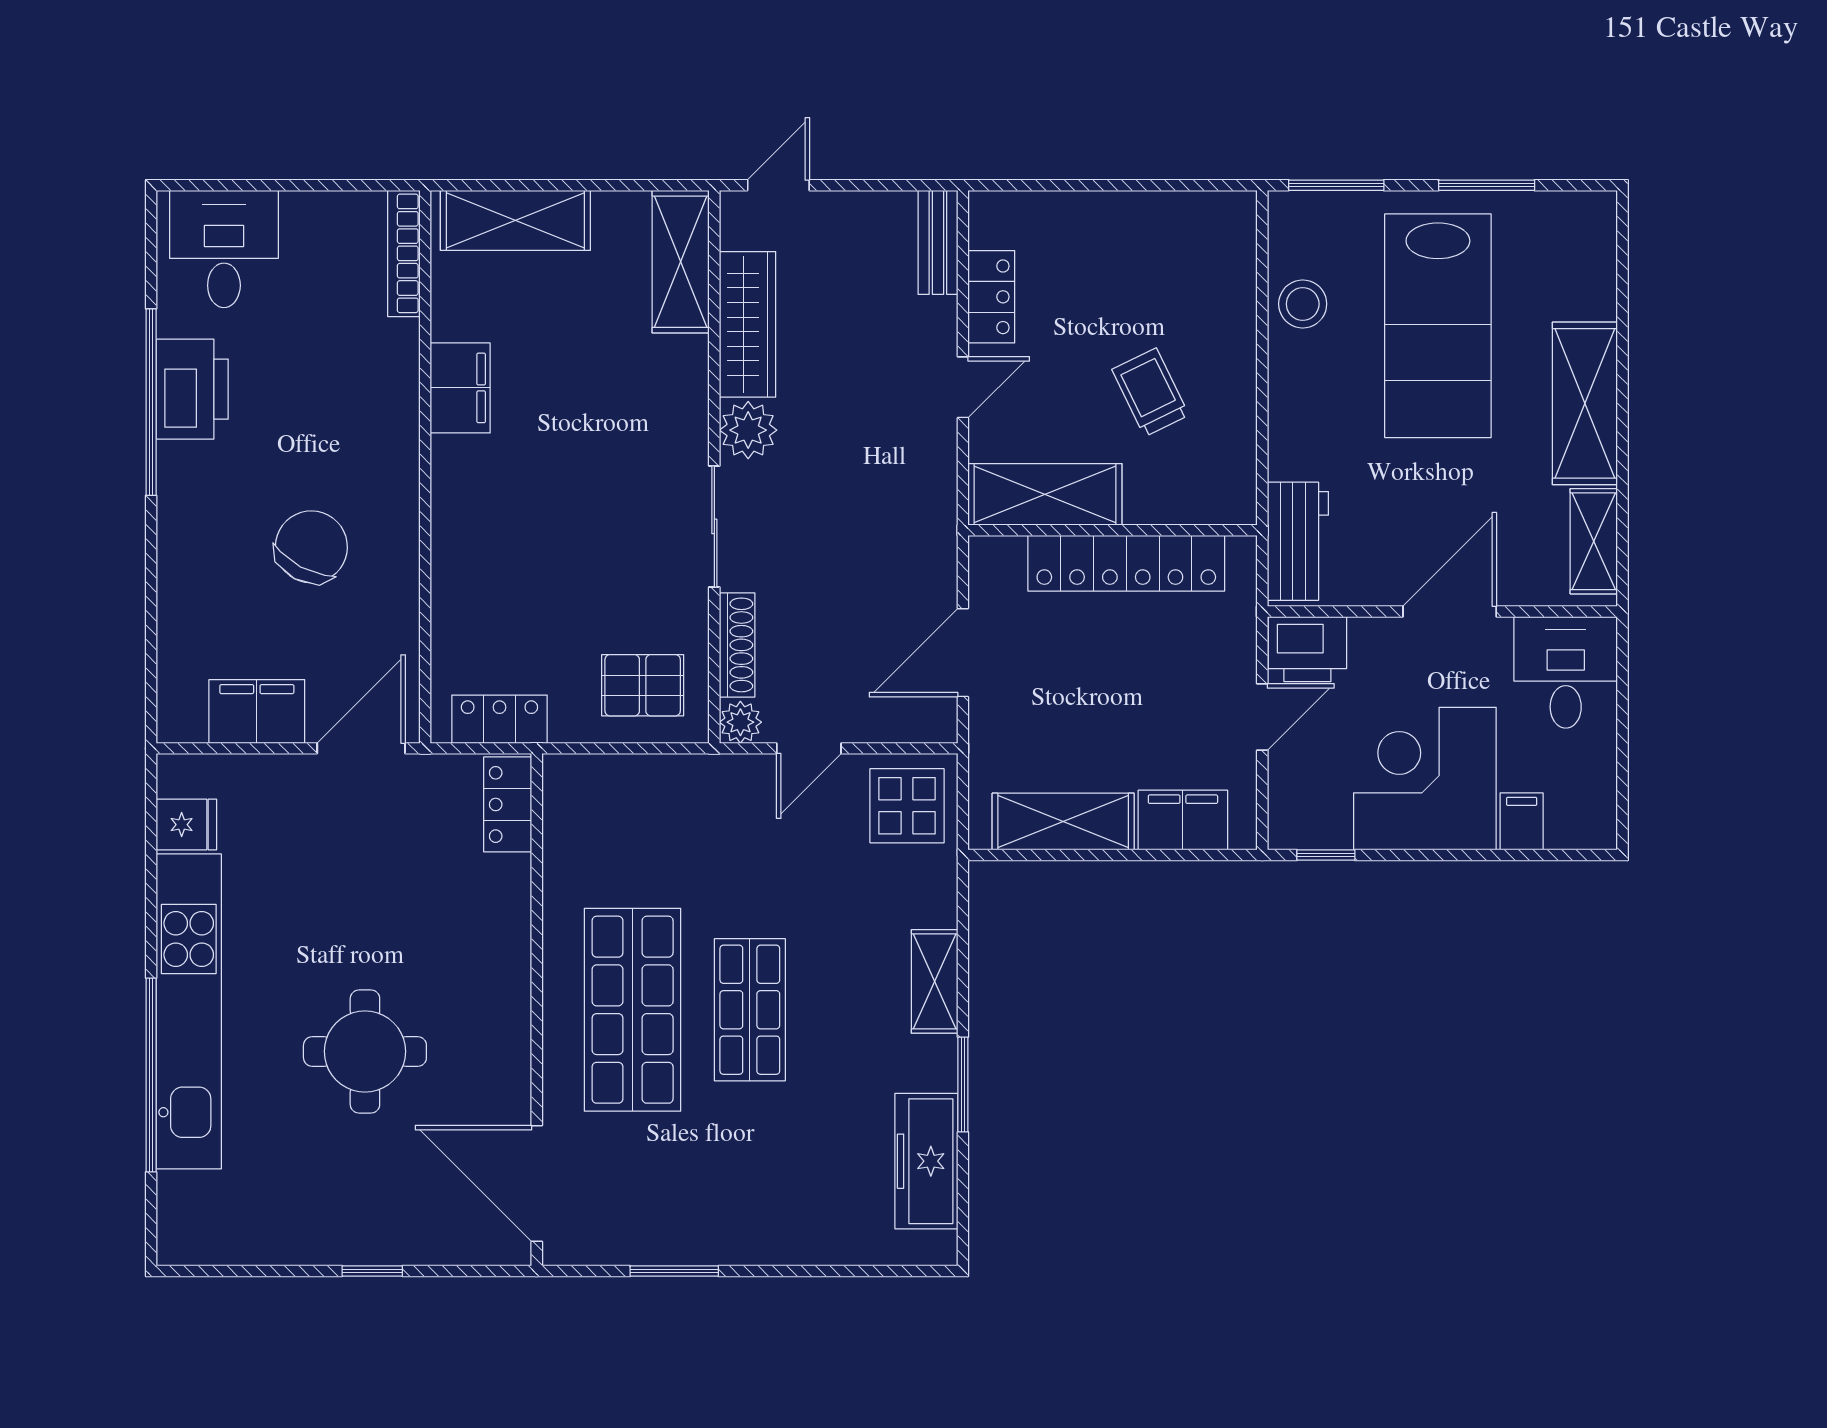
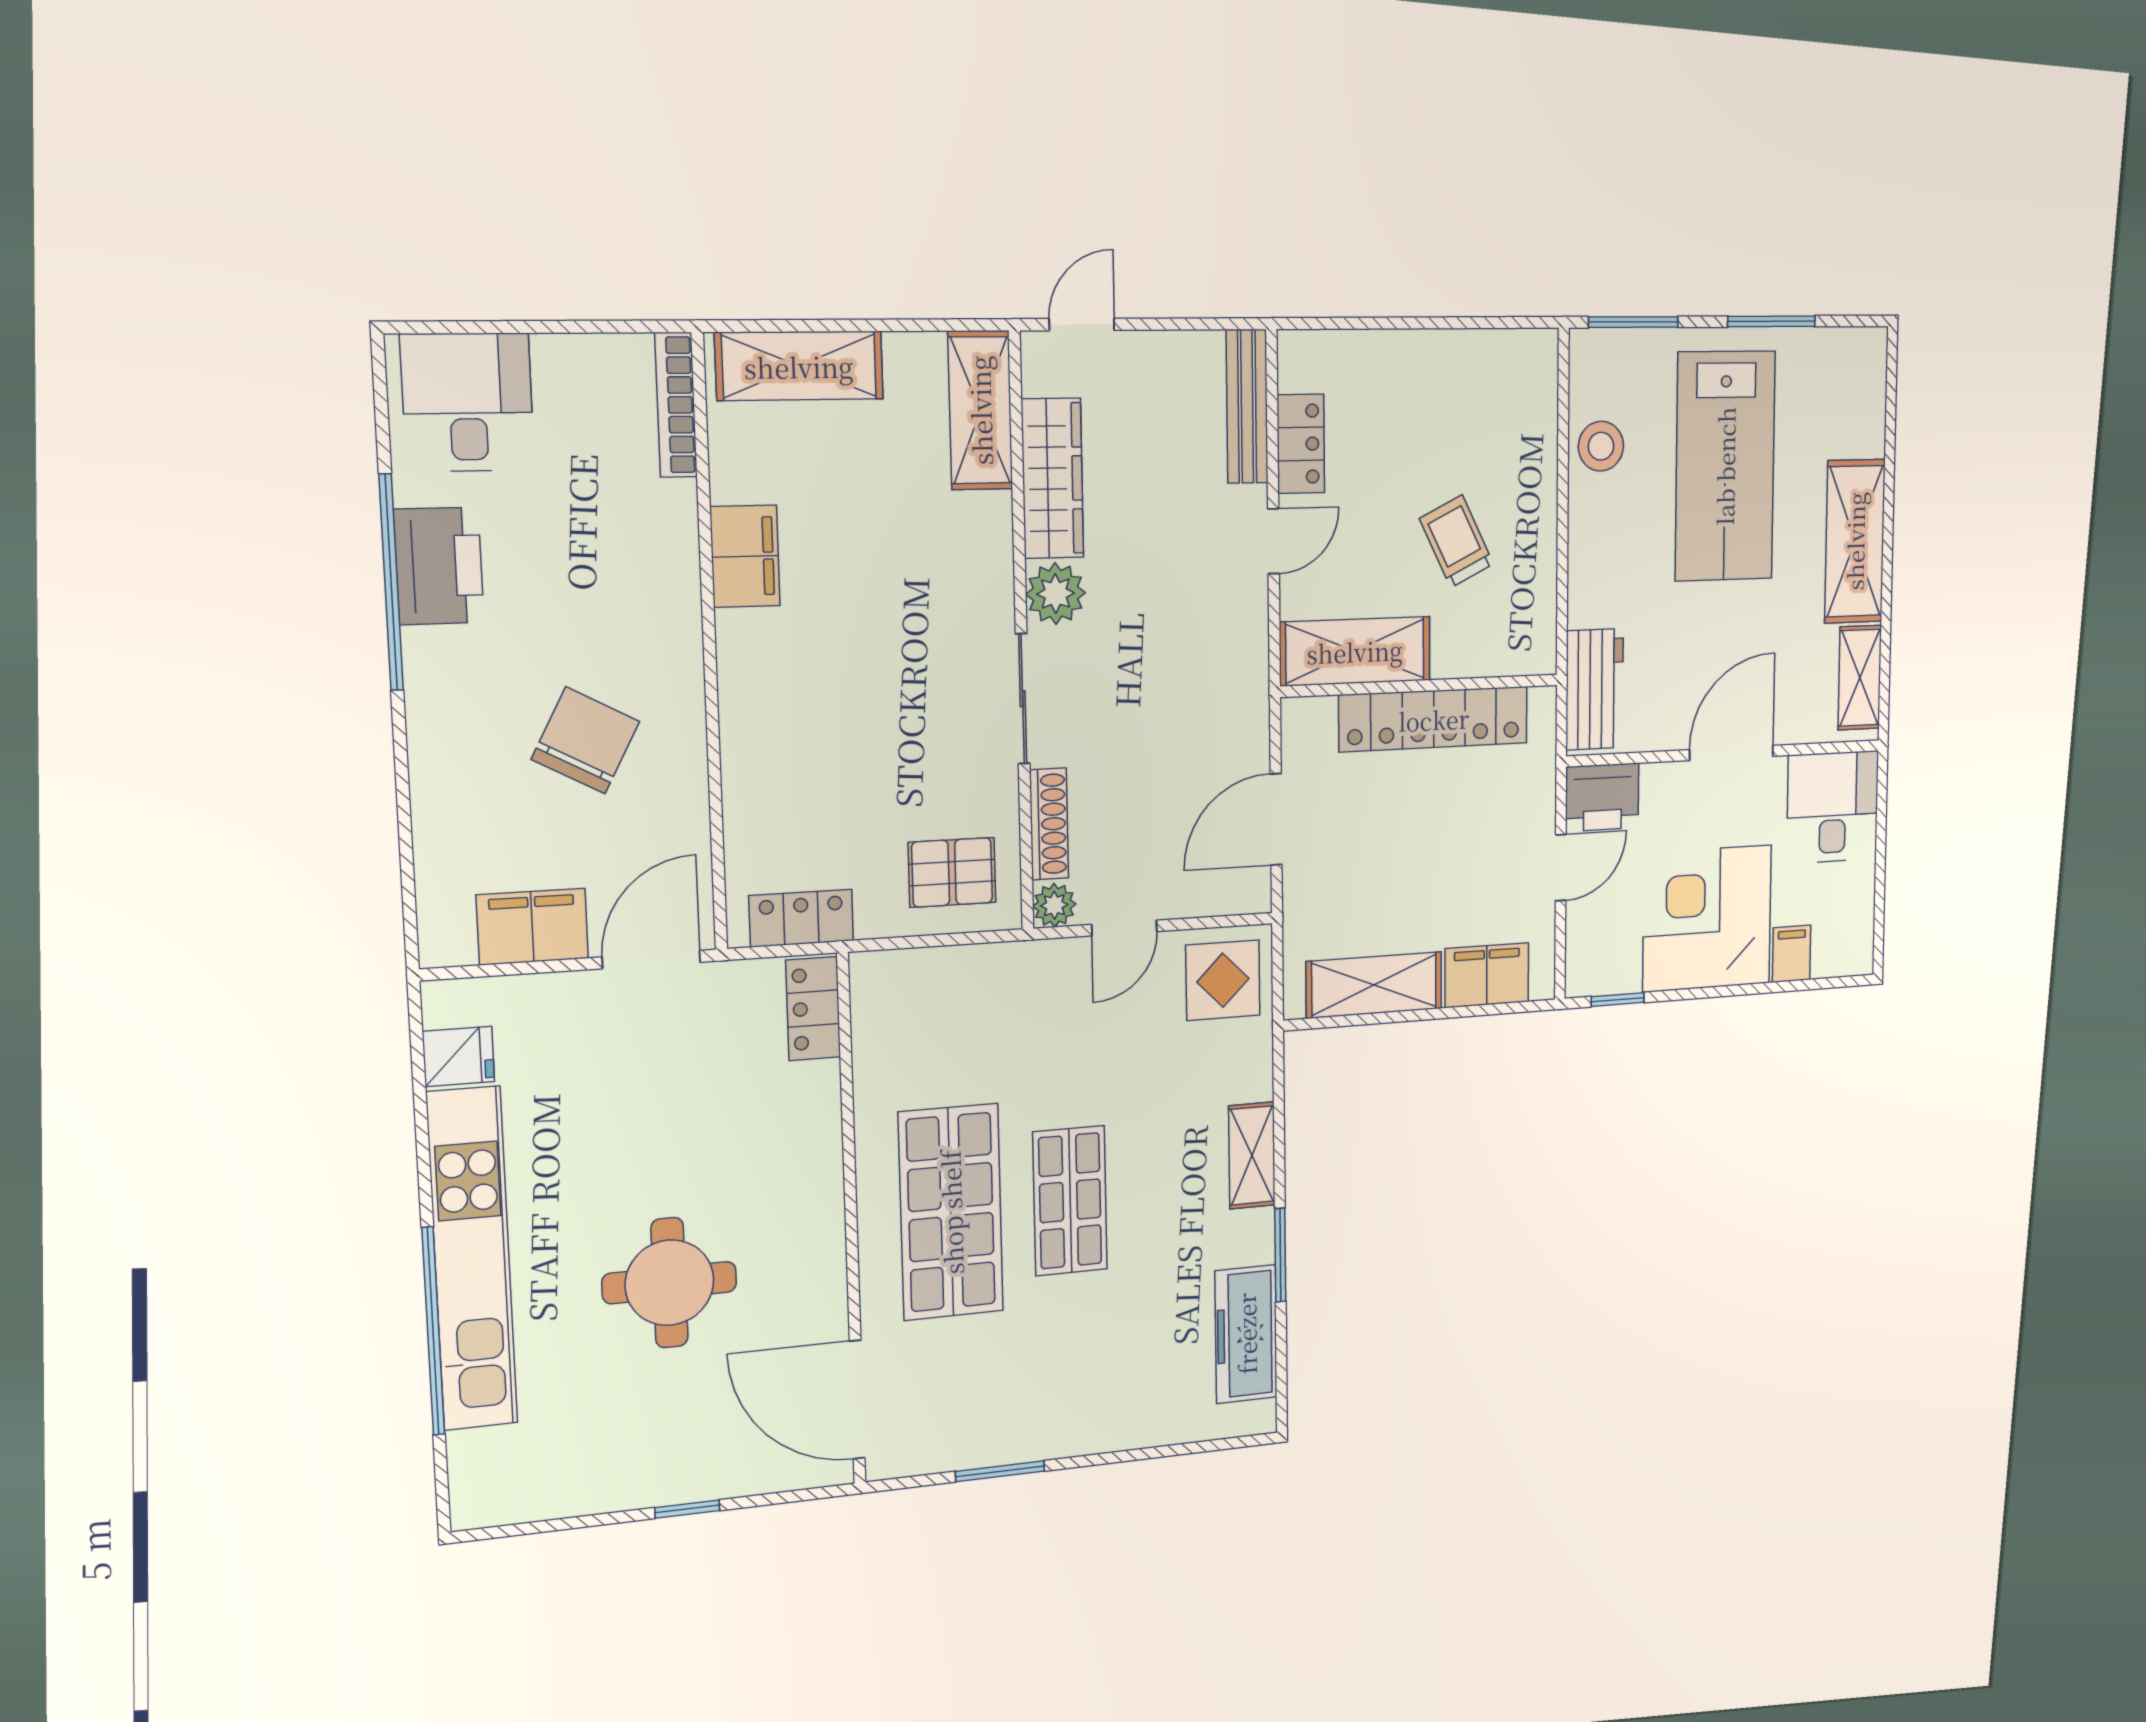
bench: (938, 242) -> (1247, 406), width x1.36

